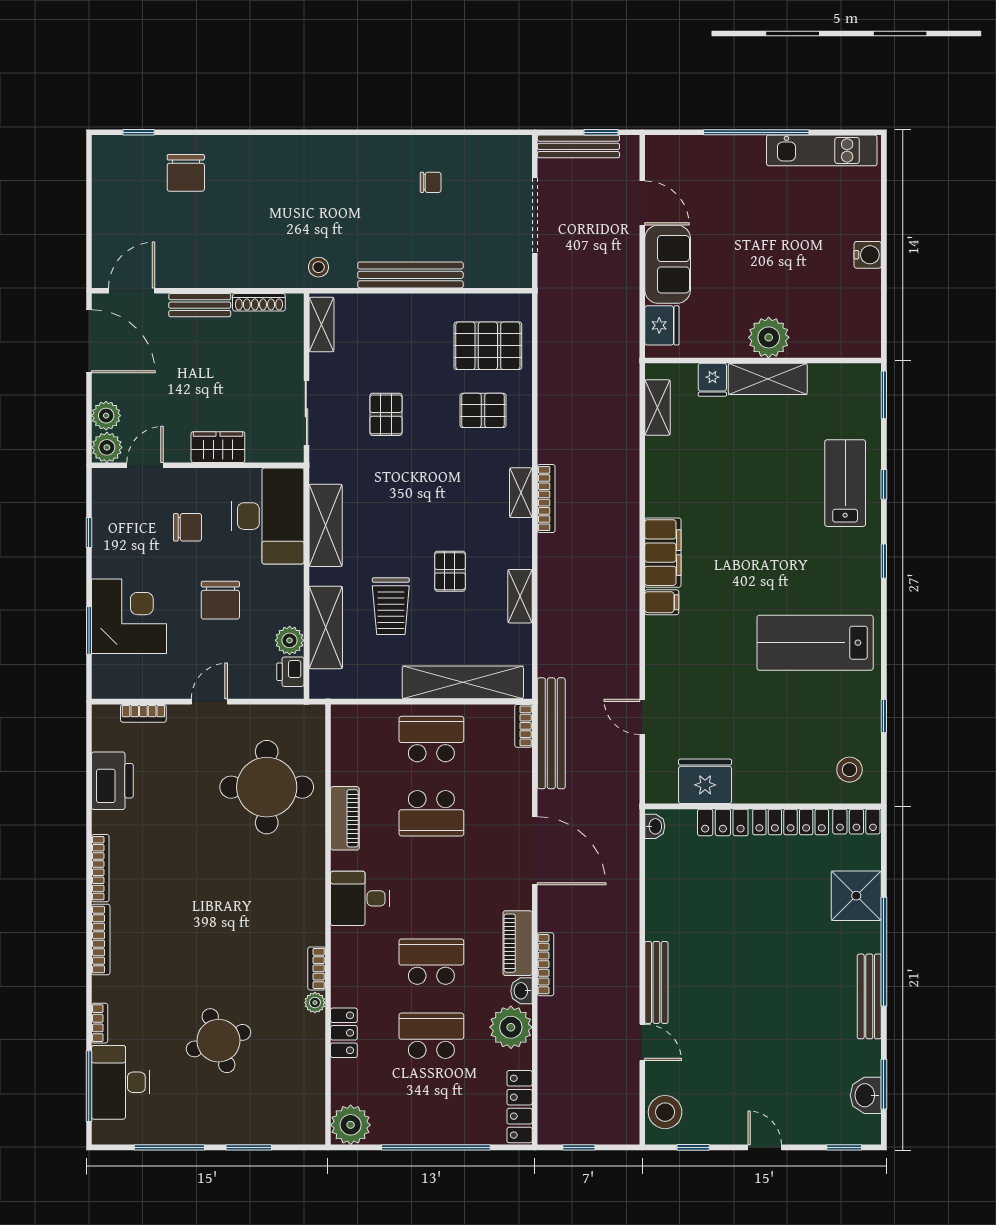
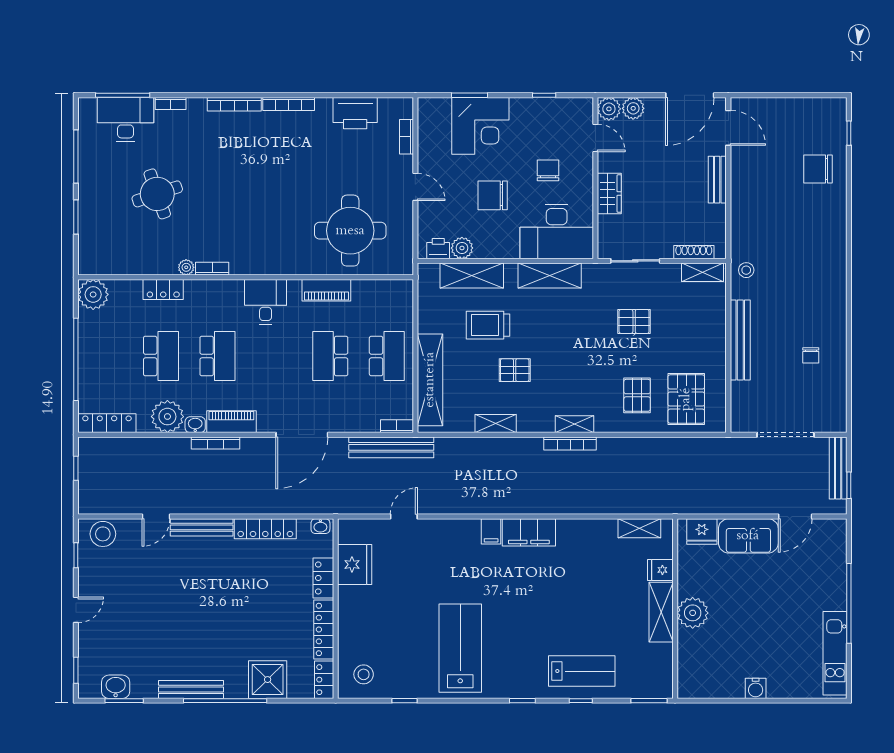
shoe rack: (259, 302) -> (694, 252), moved, turned 90
chair: (188, 527) -> (548, 170), turned 180
locker: (658, 899) -> (265, 529), added

